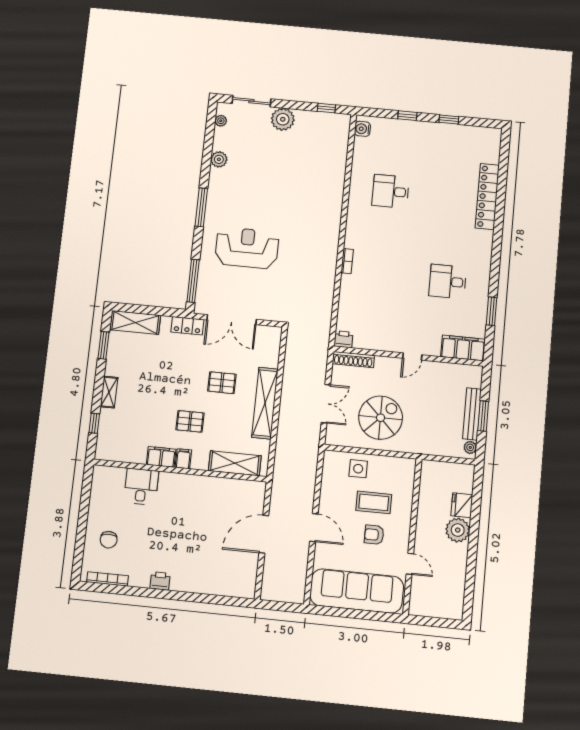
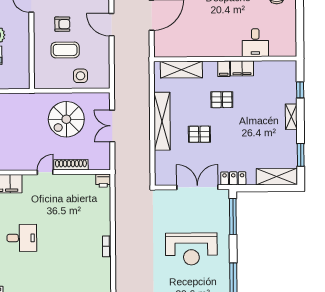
shoe rack: (353, 360) -> (71, 165), moved

